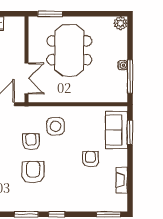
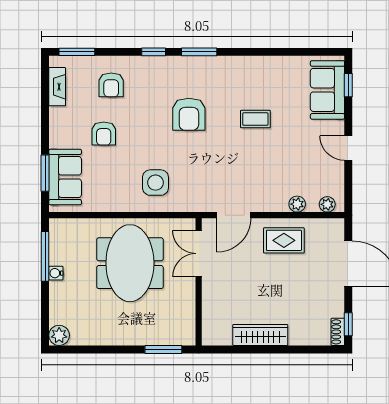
meeting table: (69, 50) -> (130, 263), moved
armchair: (31, 142) -> (111, 85), moved
fireplace: (122, 180) -> (57, 87), moved

